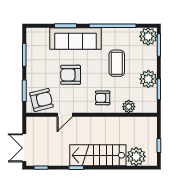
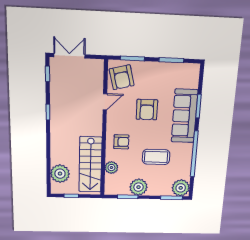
armchair: (71, 75) -> (147, 110), turned 180
armchair: (103, 98) -> (121, 142), turned 90
door: (65, 115) -> (105, 102), swing flipped
stairs: (98, 155) -> (90, 165), moved, turned 180

